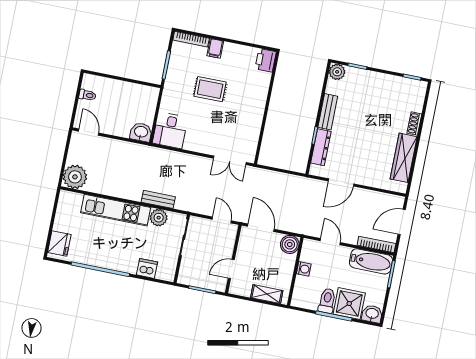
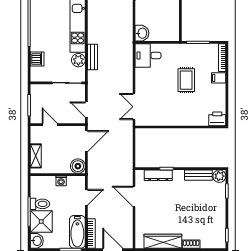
bench: (328, 112) -> (198, 175), moved
door: (222, 220) -> (86, 110), swing flipped

